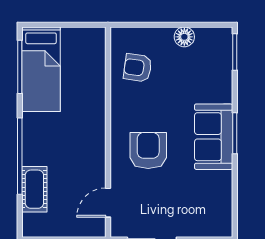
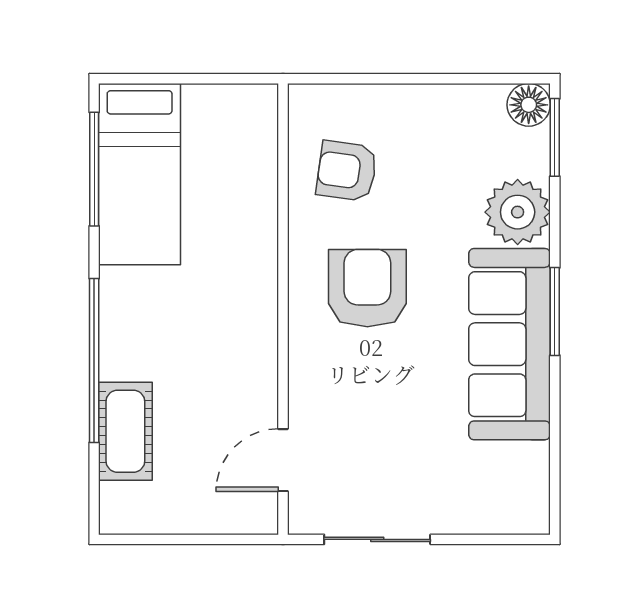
floor lamp: (184, 37) -> (529, 105), moved
plant: (217, 87) -> (518, 212), added
sofa: (214, 137) -> (509, 344), width x1.36
armchair: (148, 150) -> (367, 288), moved

